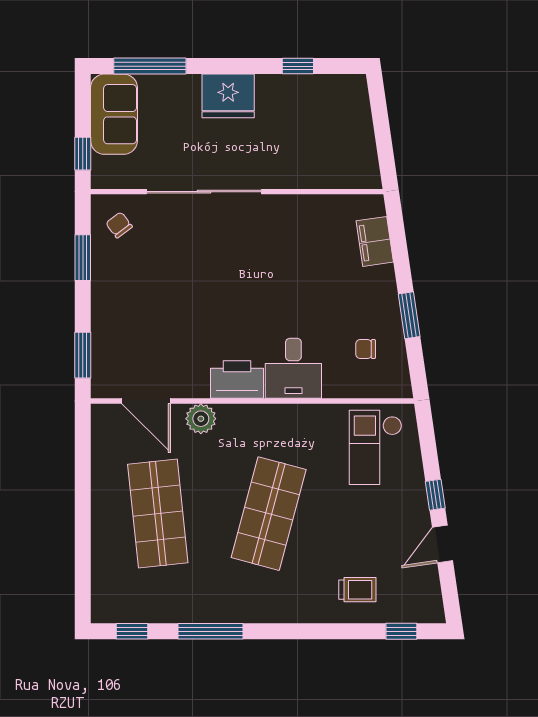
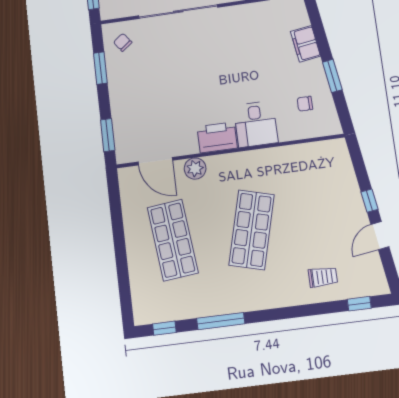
filing cabinet: (375, 241) -> (306, 44), moved
checkout: (375, 447) -> (322, 172), removed

